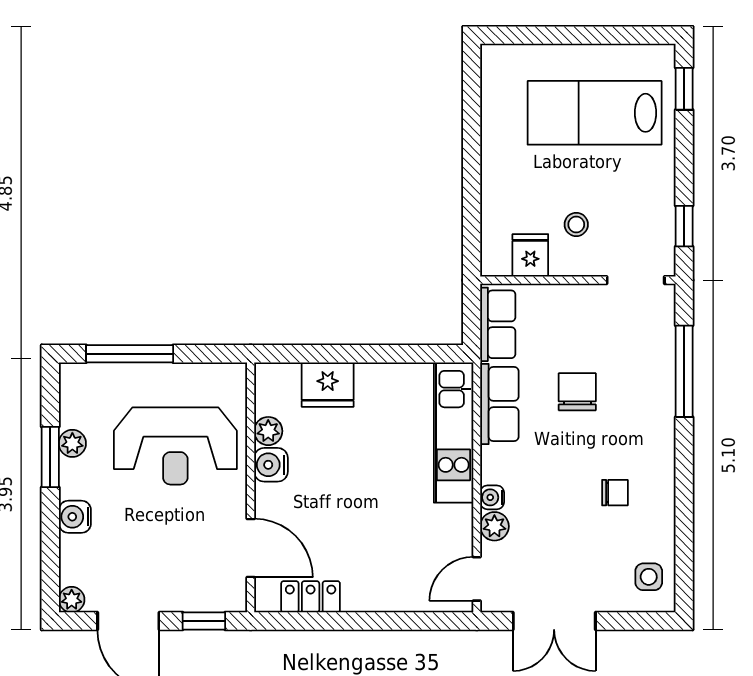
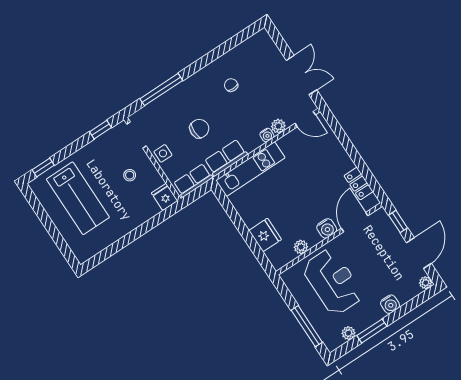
fridge: (530, 255) -> (165, 197), moved, turned 90
chair: (577, 392) -> (199, 129), turned 180
plant: (72, 443) -> (348, 333), moved
water cooler: (271, 465) -> (327, 228), moved
side table: (649, 577) -> (163, 153), moved

